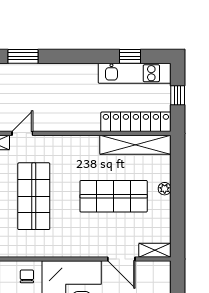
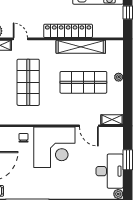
locker: (136, 122) -> (68, 31), moved
door: (22, 133) -> (20, 39), hinge flipped
shelving: (135, 145) -> (81, 47), moved

